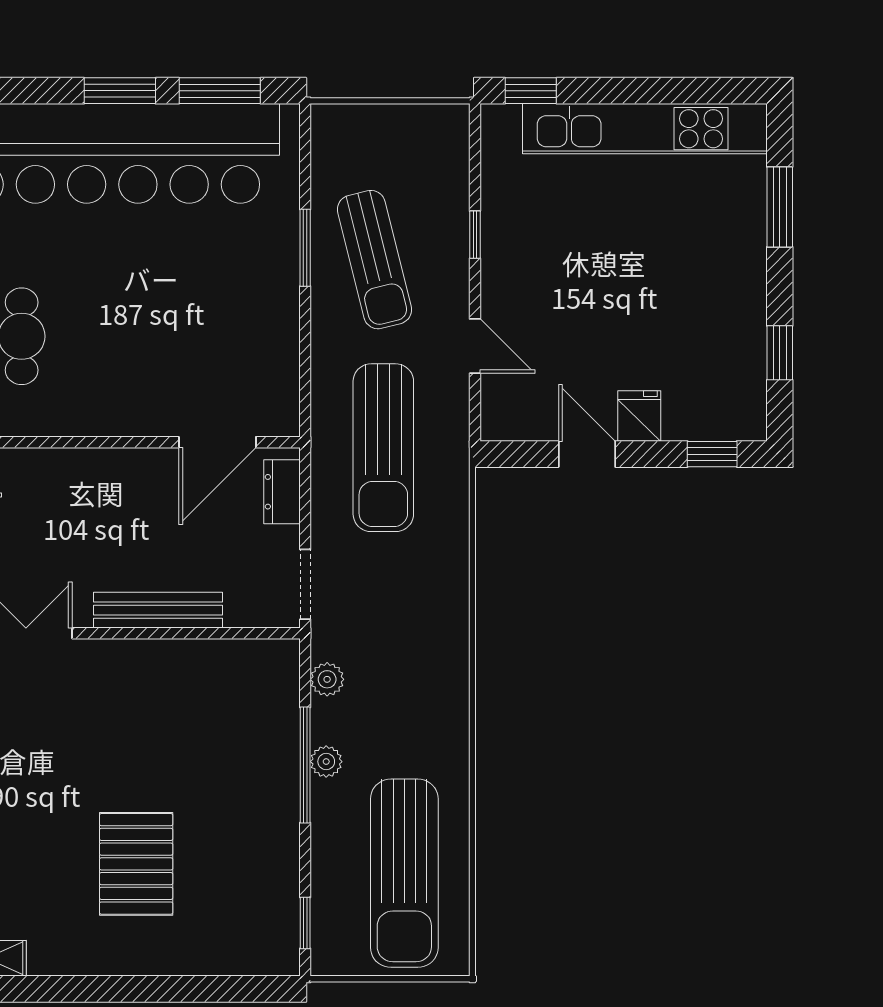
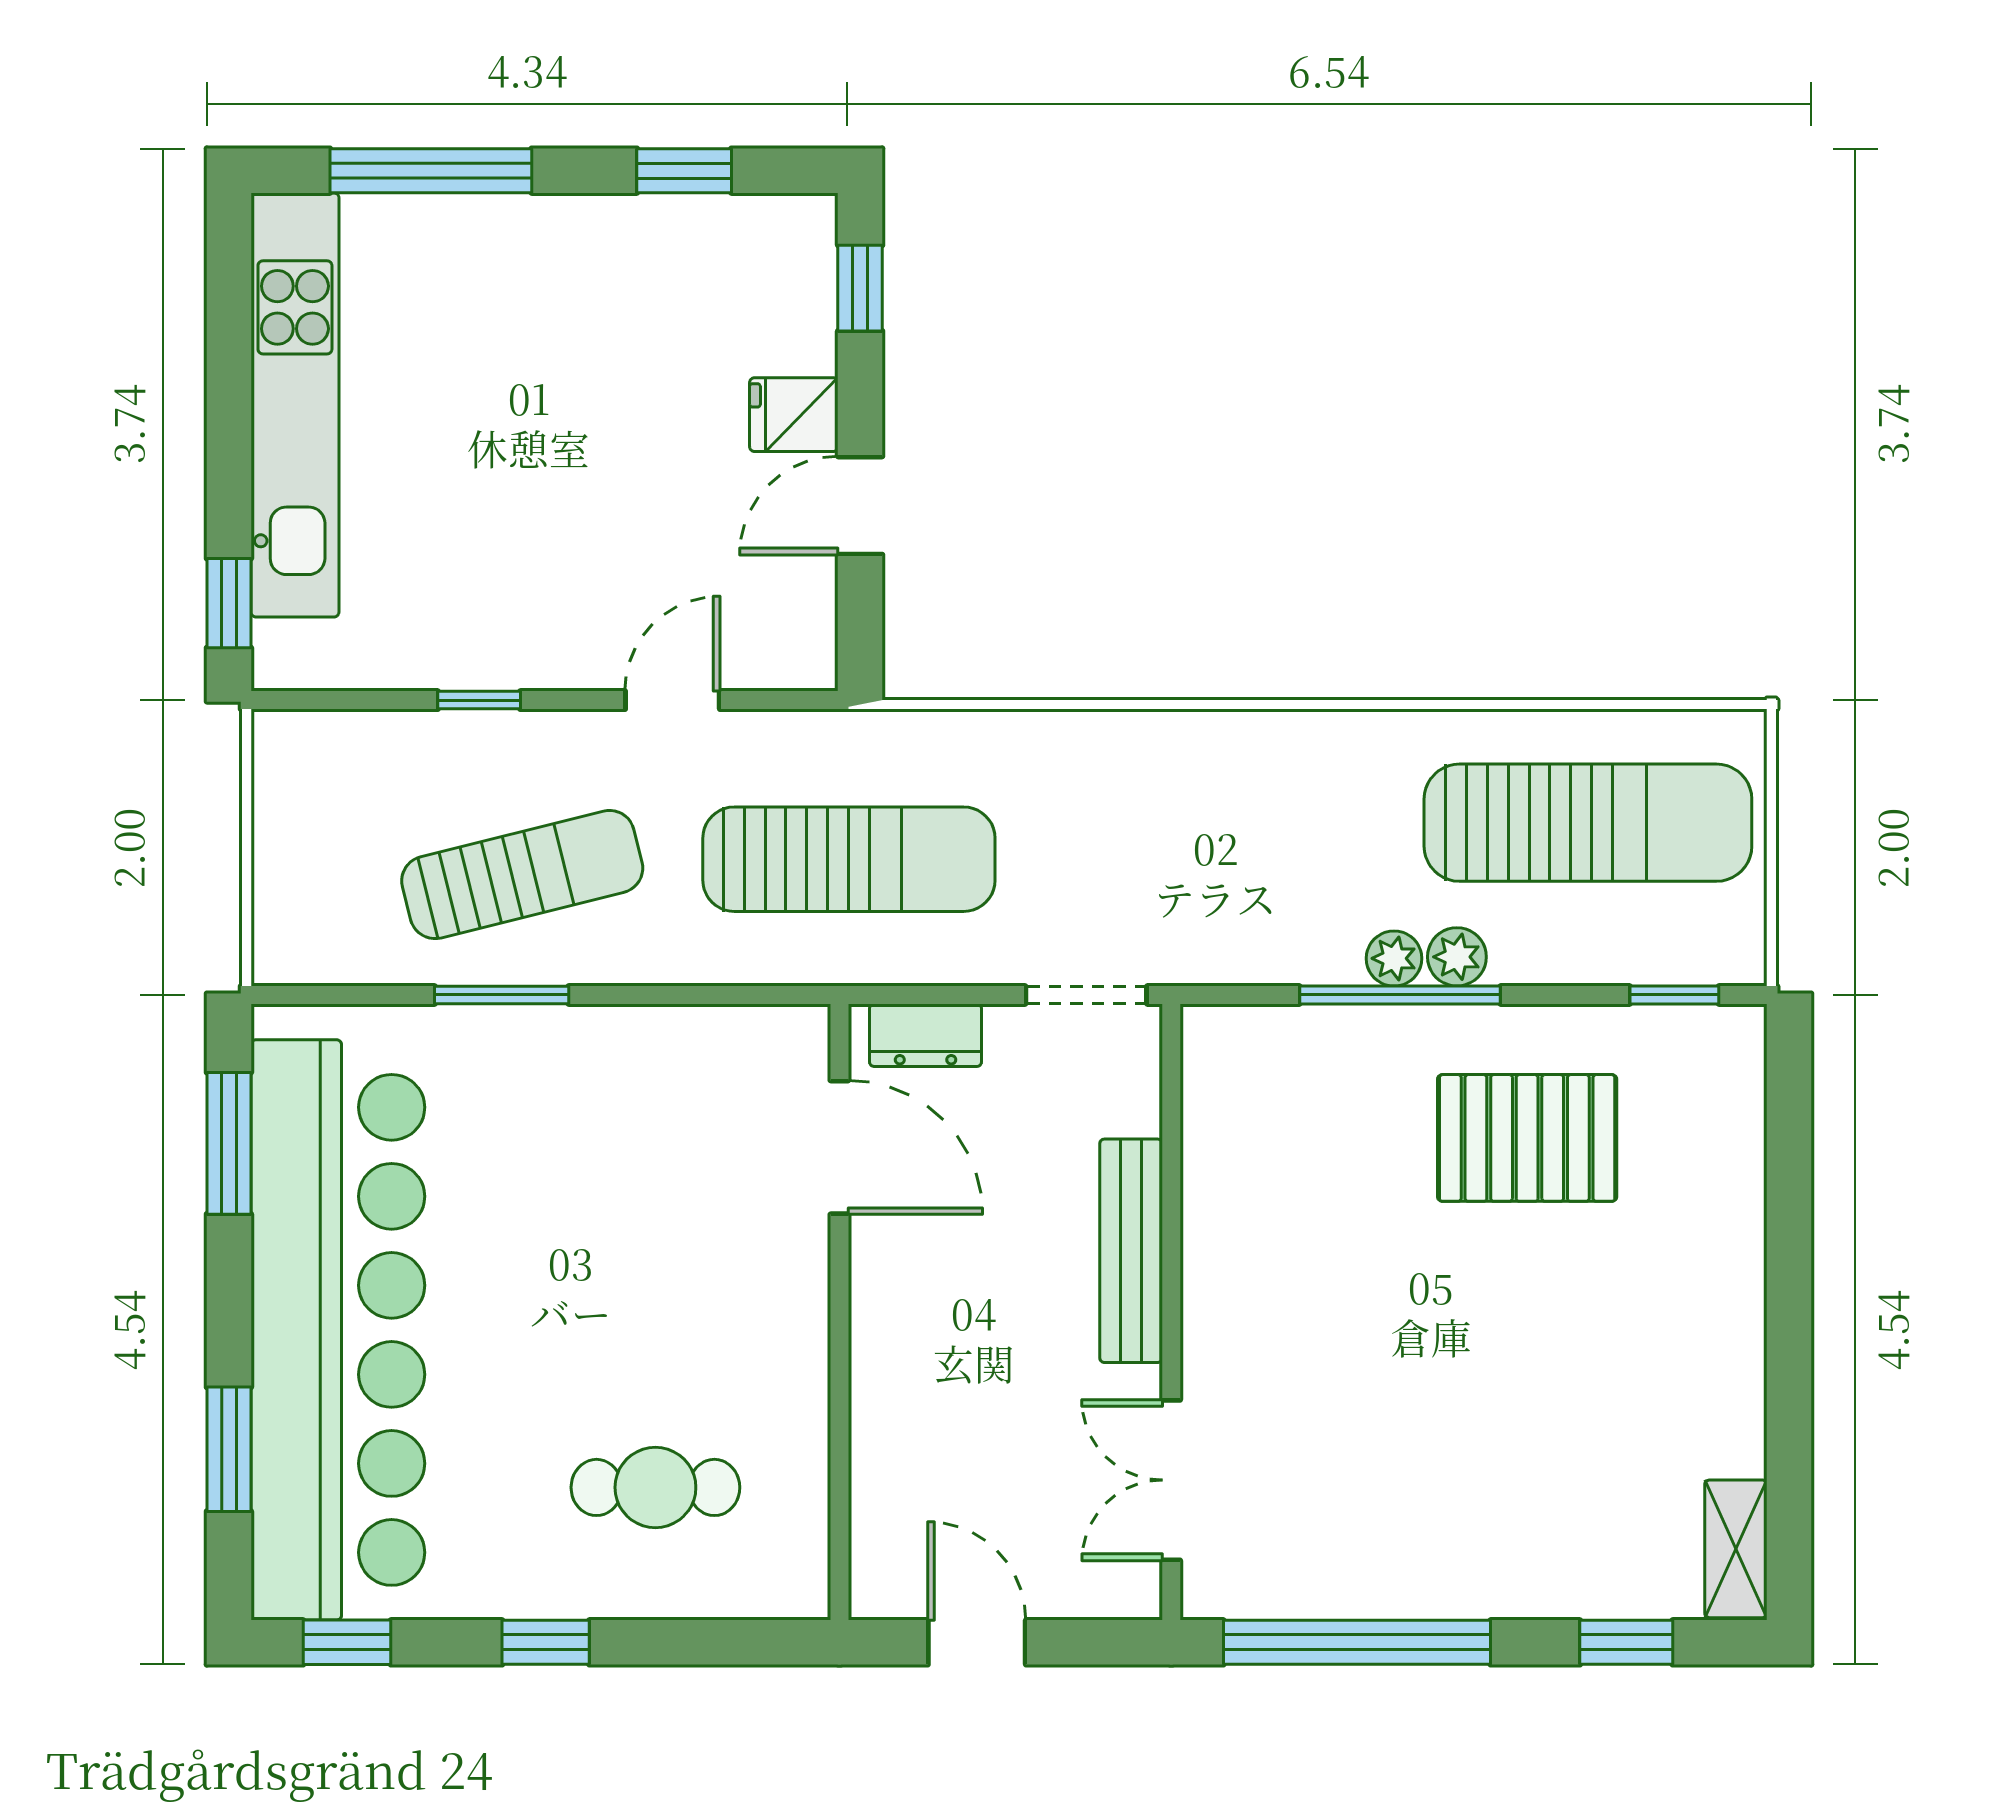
window: (120, 91) -> (229, 1449), moved
window: (780, 207) -> (431, 171), width x1.44
plant: (327, 679) -> (1457, 957), moved
pallet: (136, 864) -> (1527, 1138), moved

